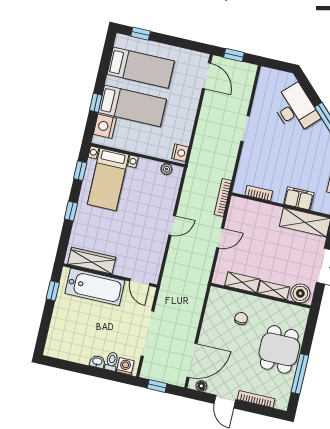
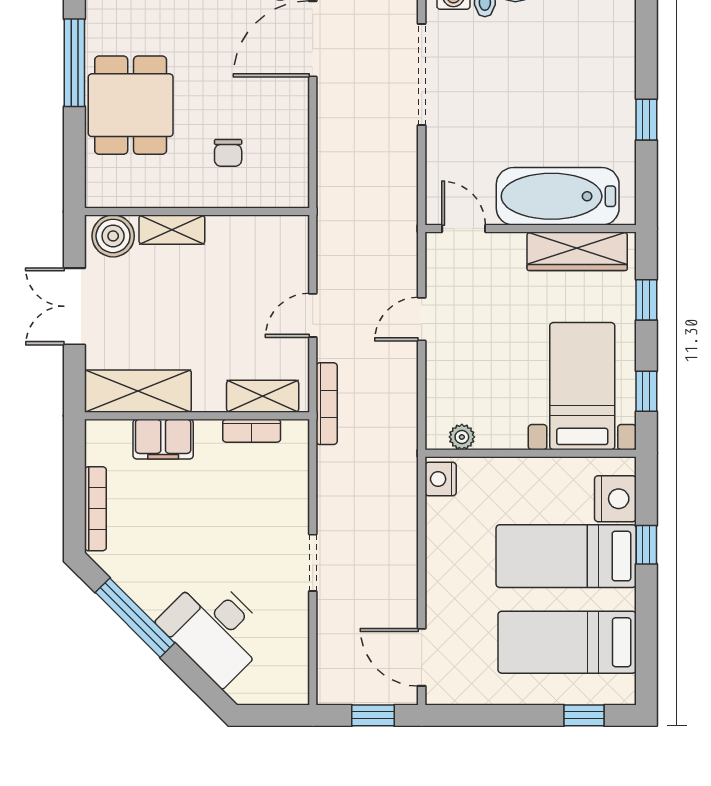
wardrobe: (92, 261) -> (577, 251), moved
wall: (110, 275) -> (531, 229), moved
door: (140, 282) -> (464, 229), moved
shelving: (242, 282) -> (263, 396), moved
bathtub: (95, 287) -> (558, 196), moved

